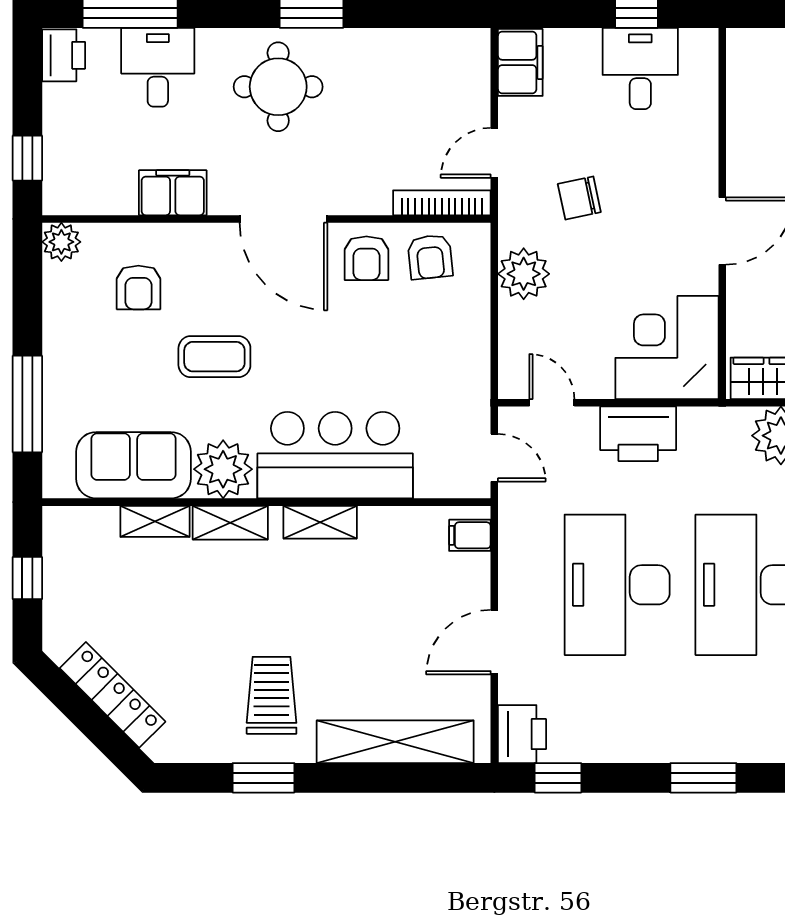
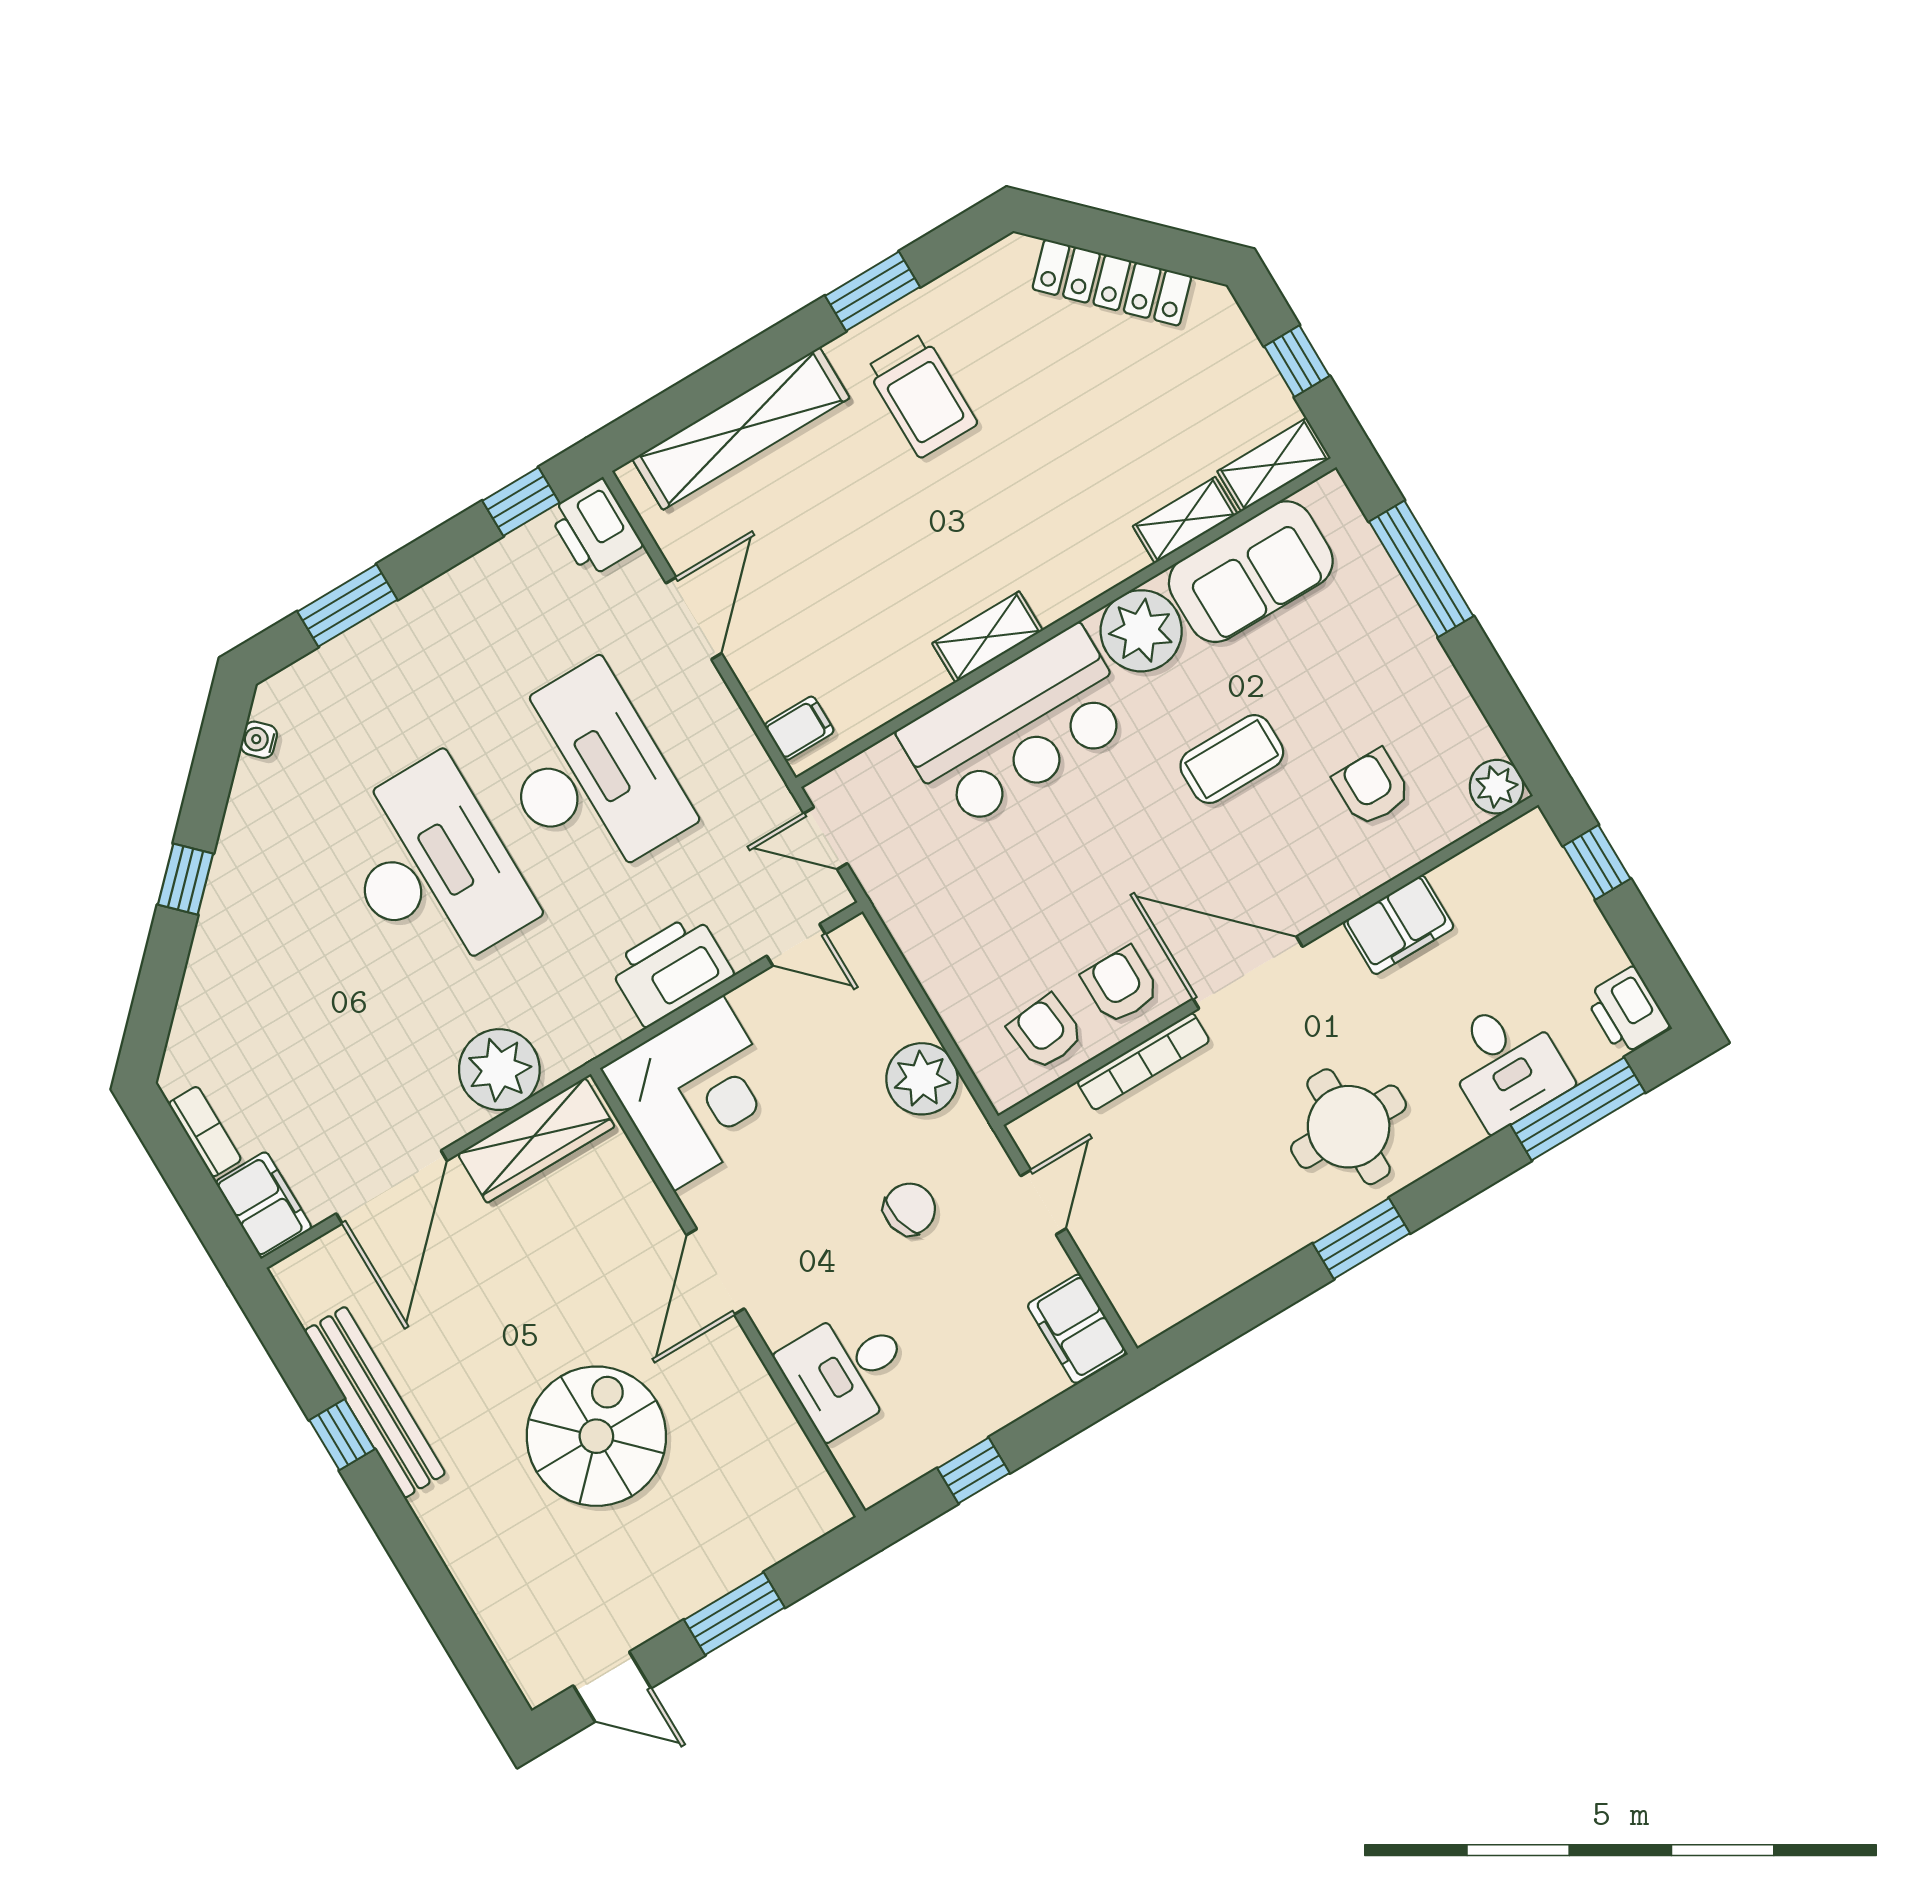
desk: (640, 68) -> (847, 1371), moved, turned 90
bookcase: (442, 203) -> (1143, 1061), moved
shelving: (230, 523) -> (1274, 465), moved

